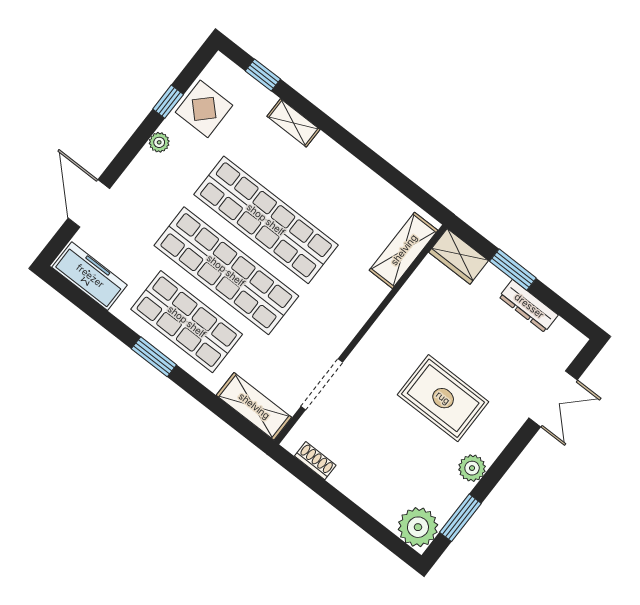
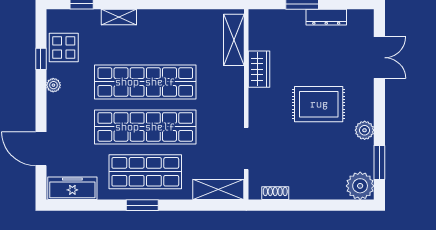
wardrobe: (459, 256) -> (259, 69), moved, turned -90

